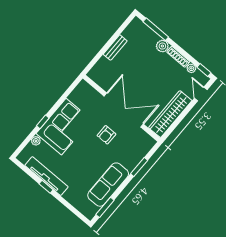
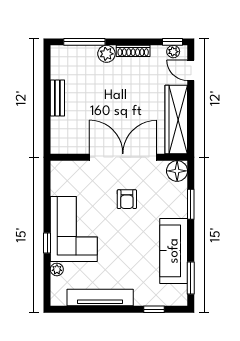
plant: (191, 68) -> (173, 52), moved
floor lamp: (147, 143) -> (177, 171), added
window: (46, 187) -> (154, 309), moved

